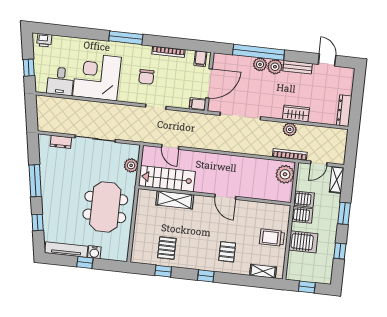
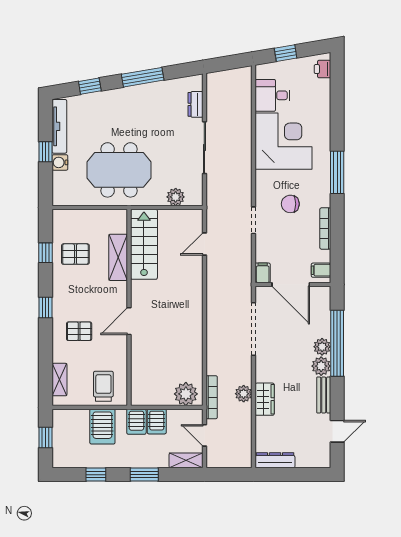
stairs: (167, 179) -> (144, 244), moved
wall: (215, 196) -> (129, 307), moved
door: (225, 197) -> (129, 321), moved
shelving: (175, 200) -> (118, 257), moved

